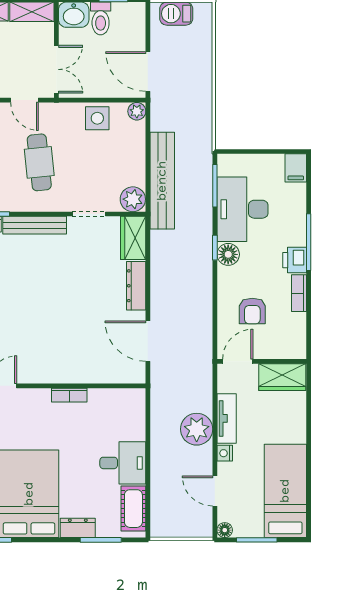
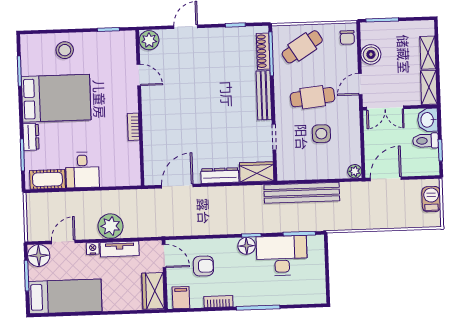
side table: (97, 118) -> (321, 134), moved
filing cabinet: (296, 168) -> (181, 298), moved, turned 90
plant: (133, 199) -> (287, 171), removed
printer: (295, 260) -> (244, 297), removed
armchair: (252, 311) -> (203, 266), turned 180
floor lamp: (225, 530) -> (39, 256), width x1.89, depth x1.89

